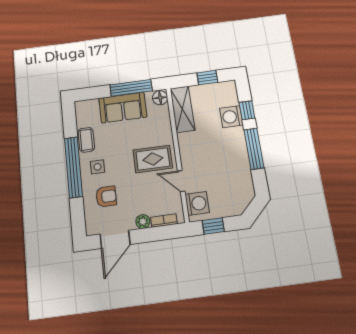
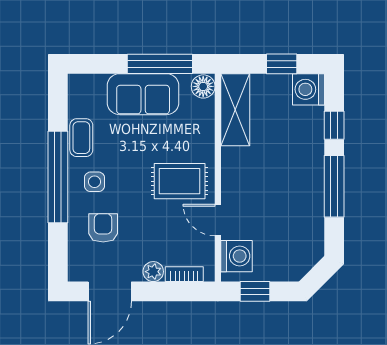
washing machine: (231, 117) -> (309, 89), moved
armchair: (106, 196) -> (103, 228), turned -90

